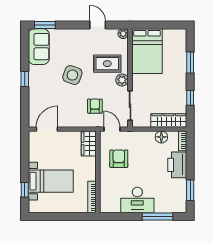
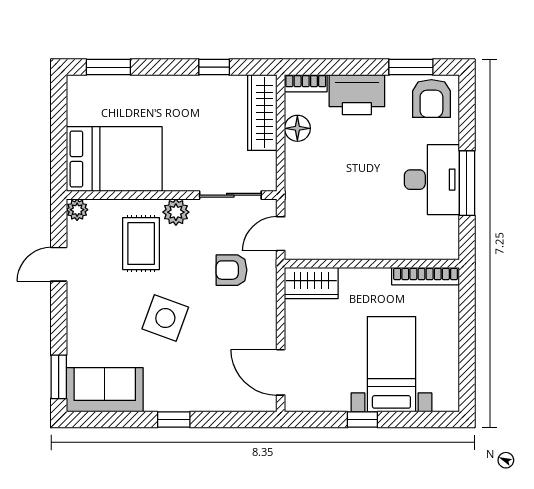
window: (190, 63) -> (108, 67), moved
armchair: (119, 159) -> (431, 99), moved, turned -90
window: (25, 190) -> (362, 420), moved
window: (158, 217) -> (467, 183), moved

